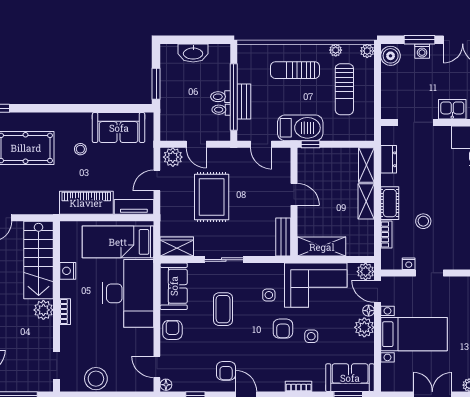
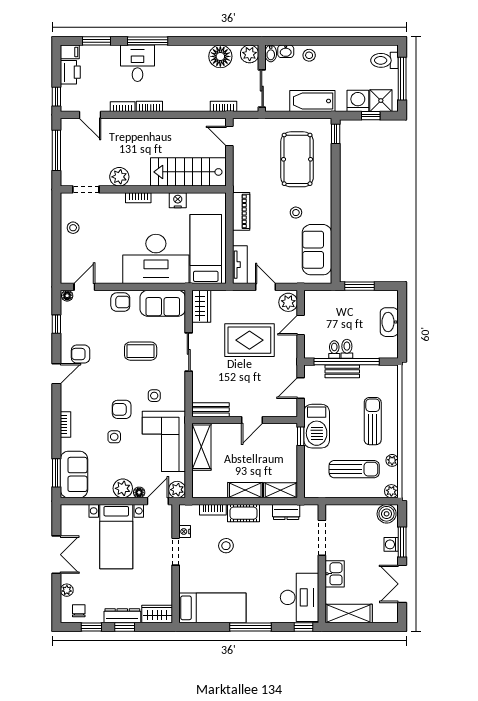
sun lounger: (344, 89) -> (354, 469), turned 180
piano: (86, 203) -> (241, 211), width x0.73, depth x0.75
plant: (43, 310) -> (119, 177), moved
stool: (96, 379) -> (73, 228), width x0.53, depth x0.53

